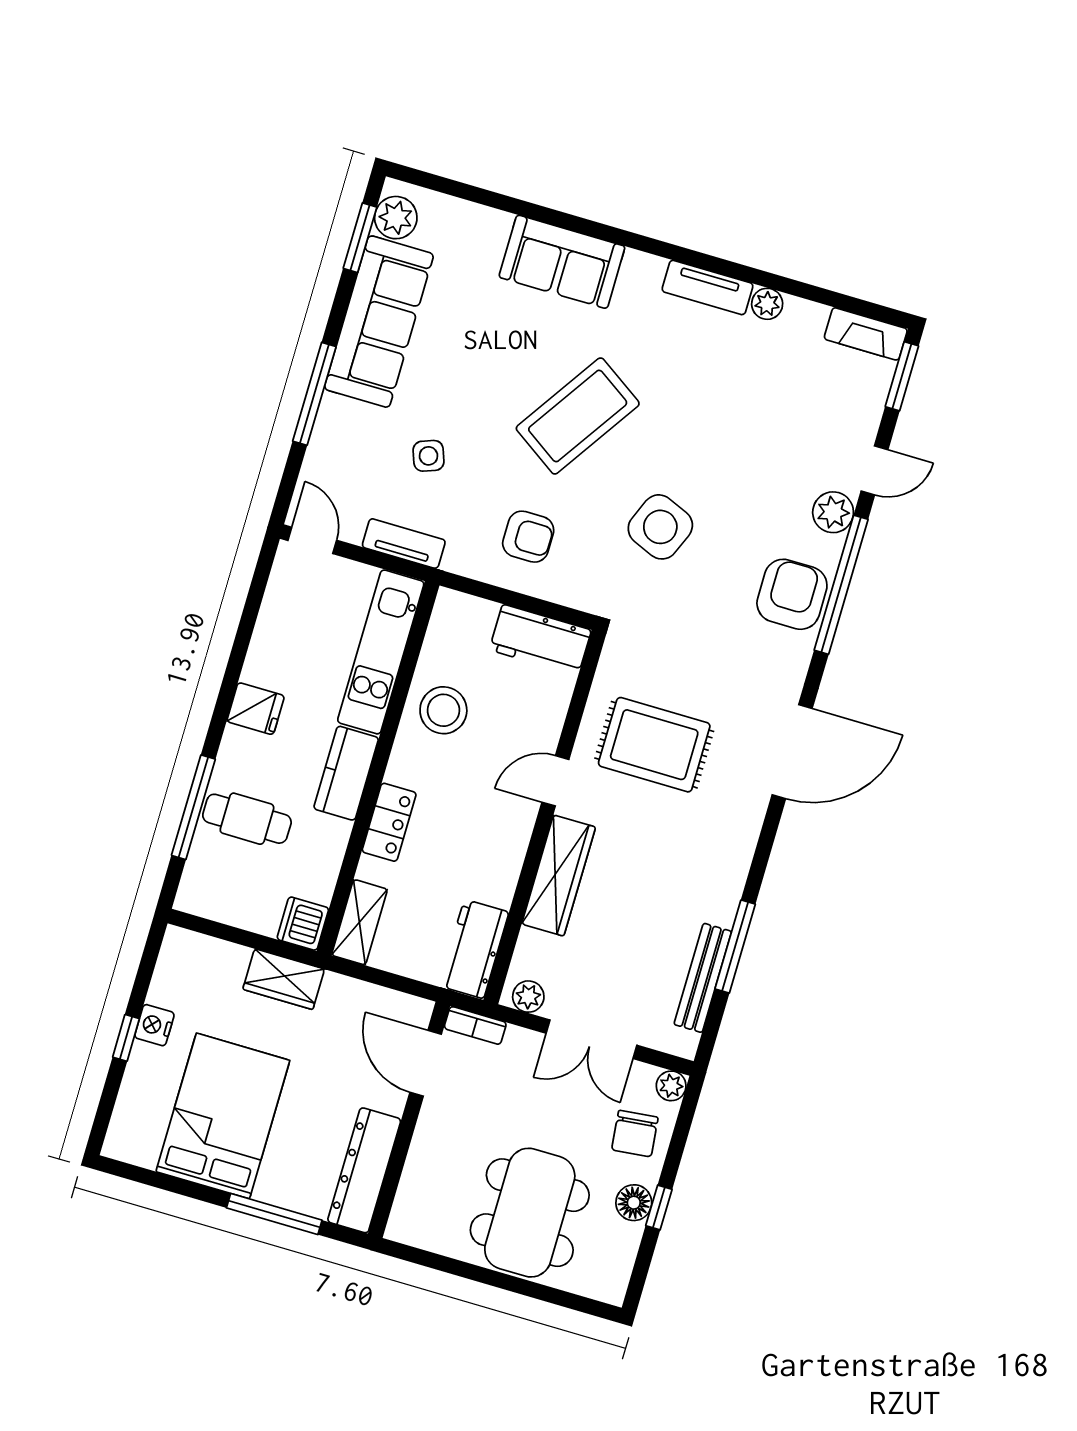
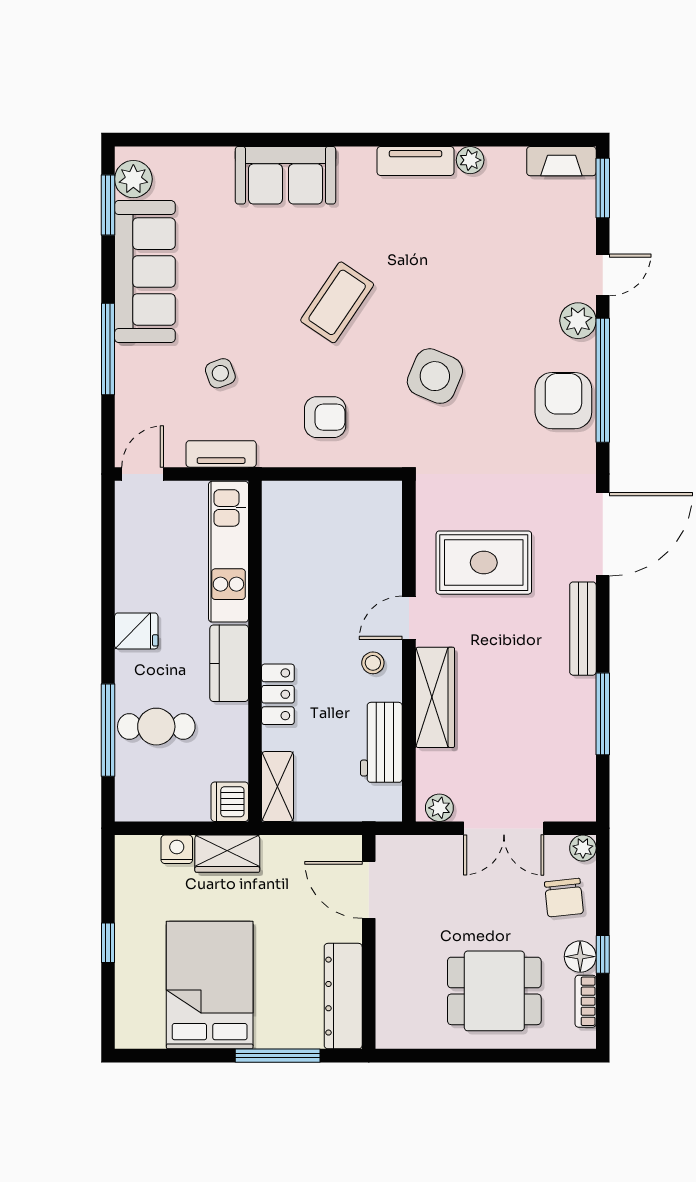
coffee table: (578, 416) -> (337, 302), width x0.73, depth x0.76
door: (312, 540) -> (143, 474), hinge flipped
workbench: (540, 640) -> (361, 502), removed
stool: (443, 710) -> (373, 663), moved, width x0.53, depth x0.53
workbench: (474, 949) -> (381, 742), moved
bench: (703, 978) -> (583, 629), moved
nightstand: (154, 1025) -> (177, 849), moved, turned 90
bookcase: (475, 1025) -> (586, 1001), moved, turned 90
dining table: (530, 1213) -> (494, 991), width x0.73

